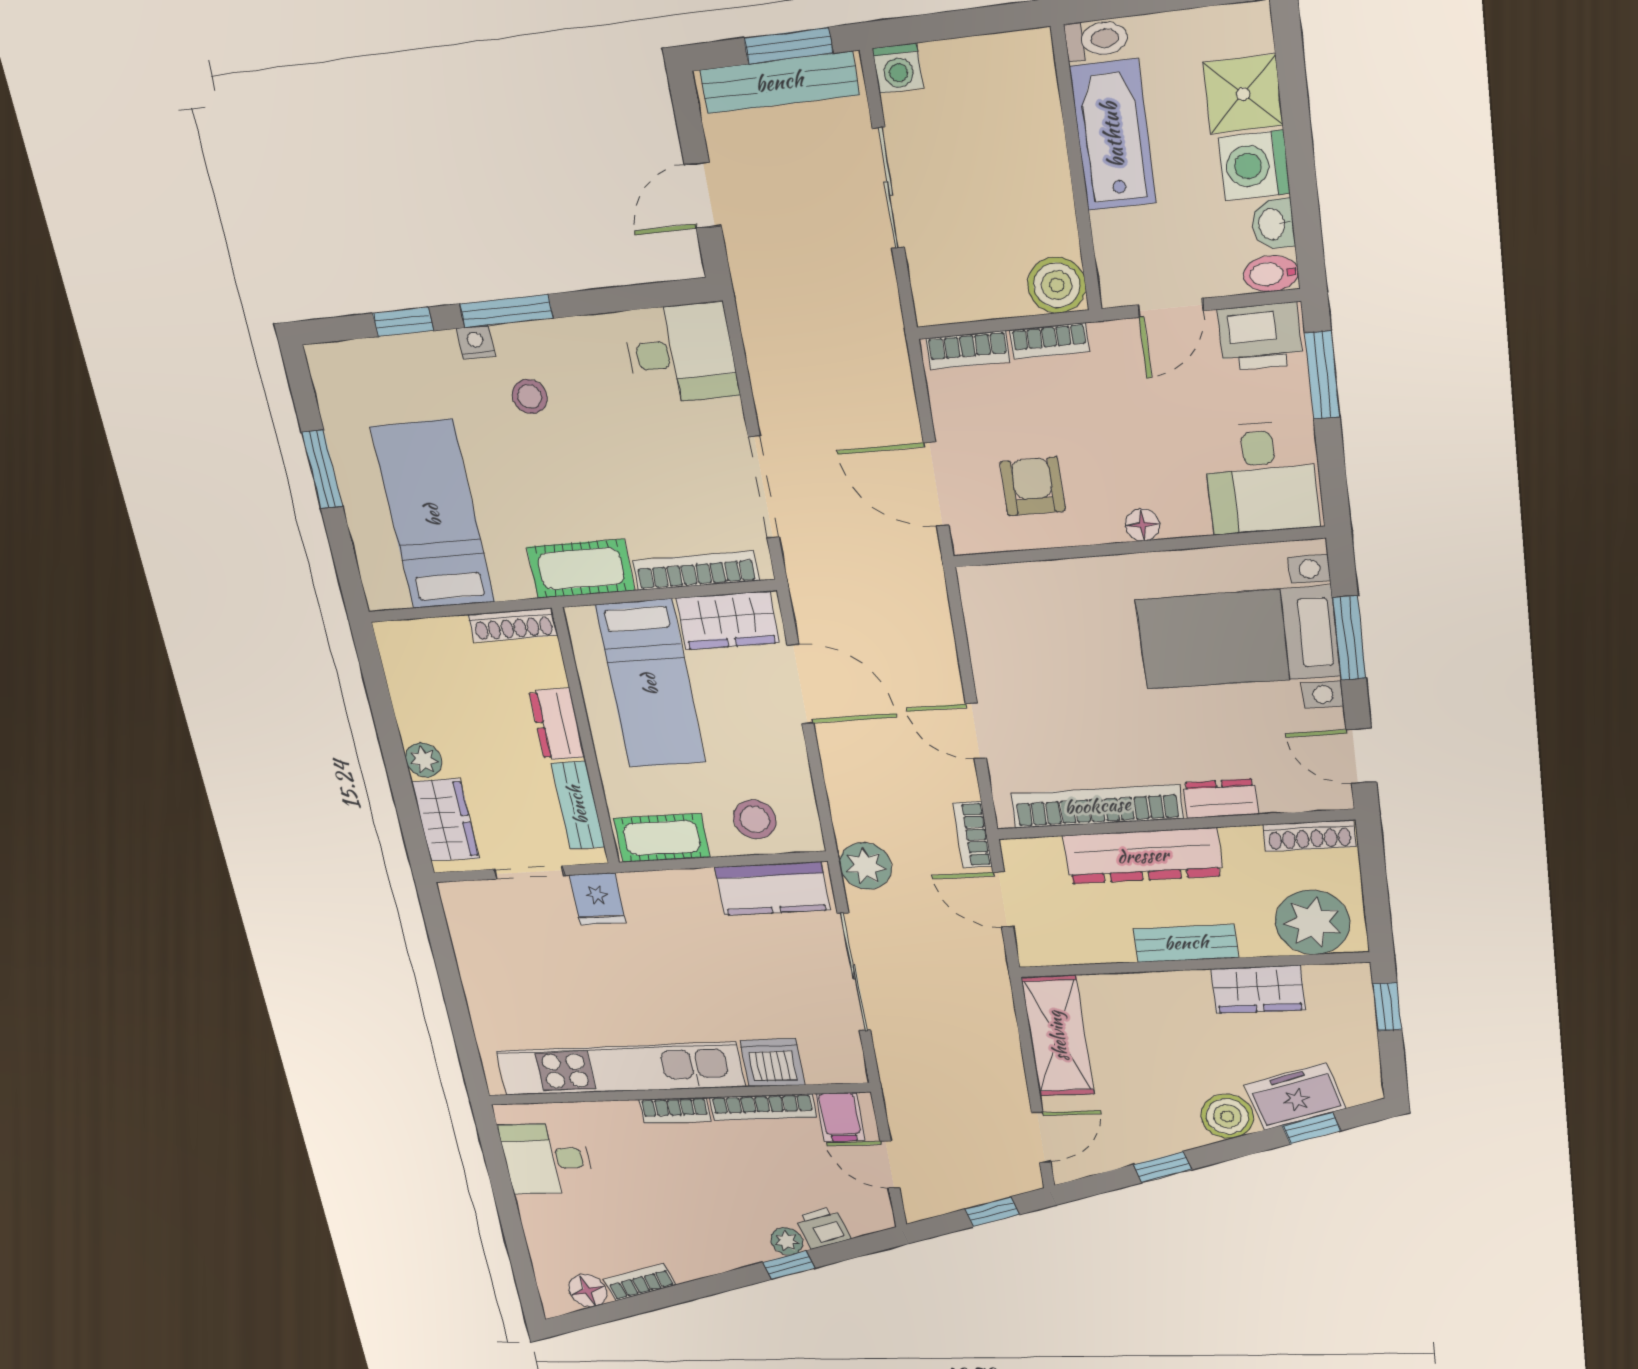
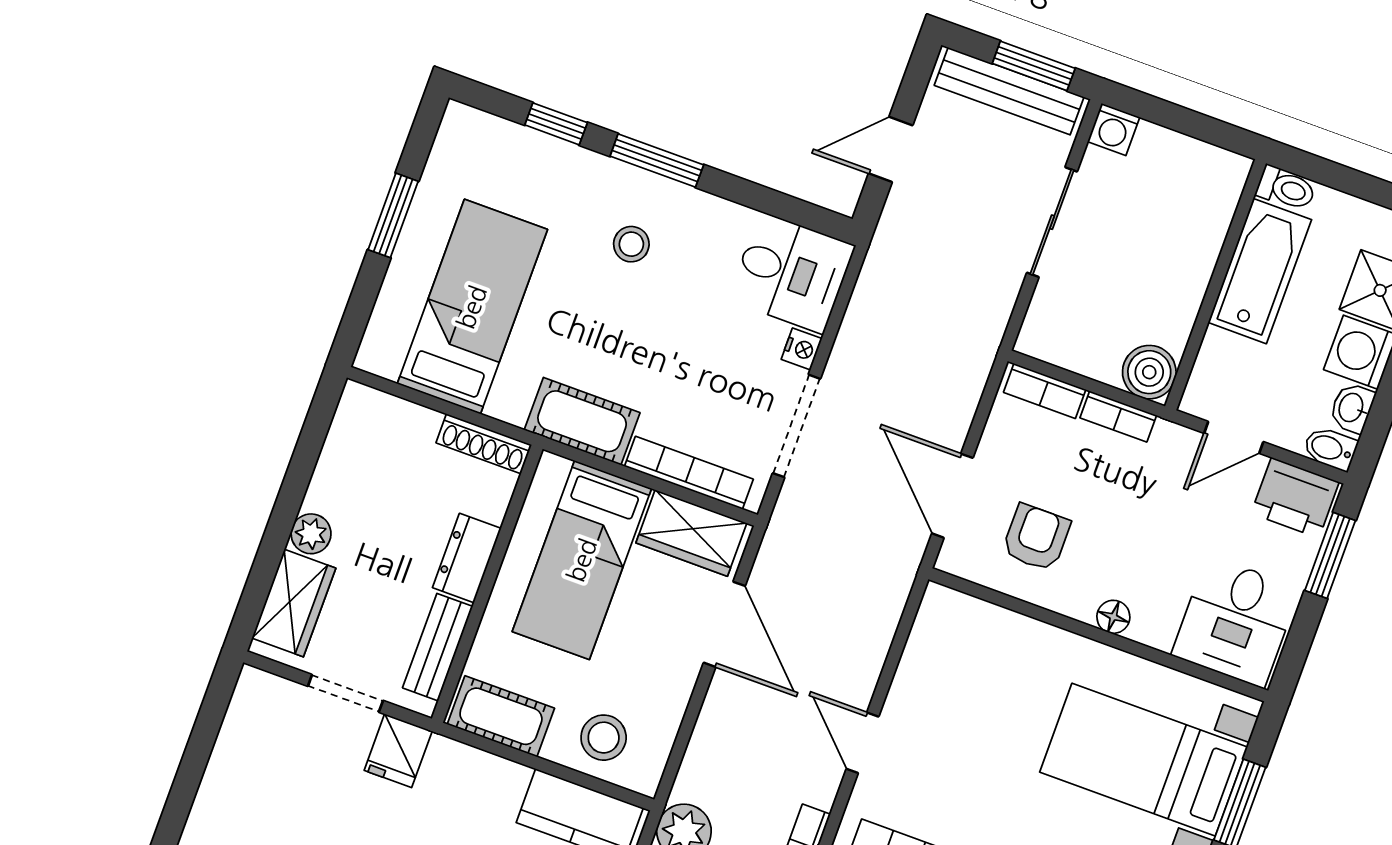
nightstand: (476, 342) -> (802, 349), moved, turned 90

